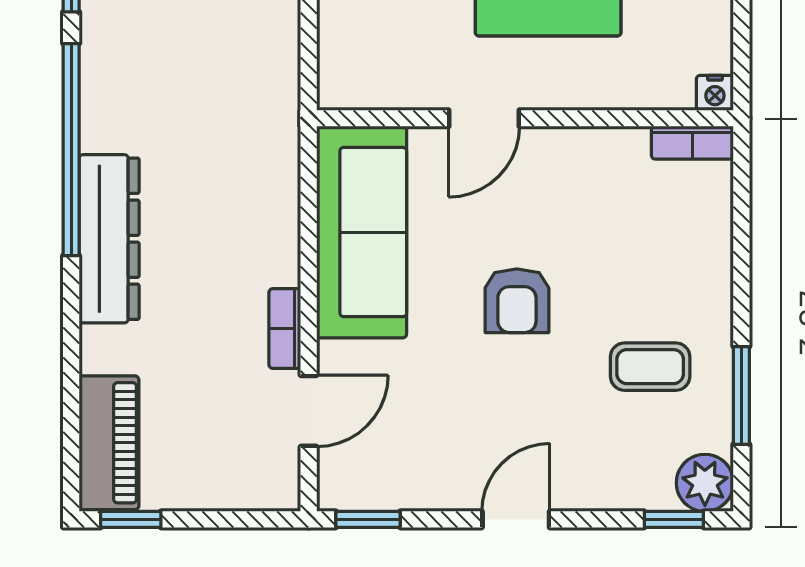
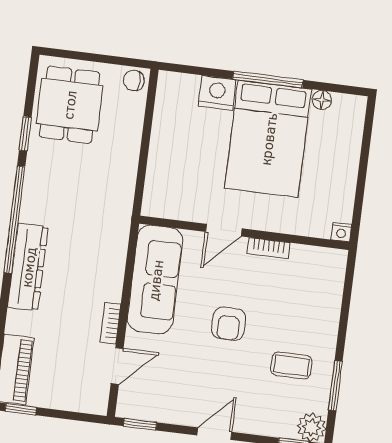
bookcase: (692, 143) -> (268, 248), moved

